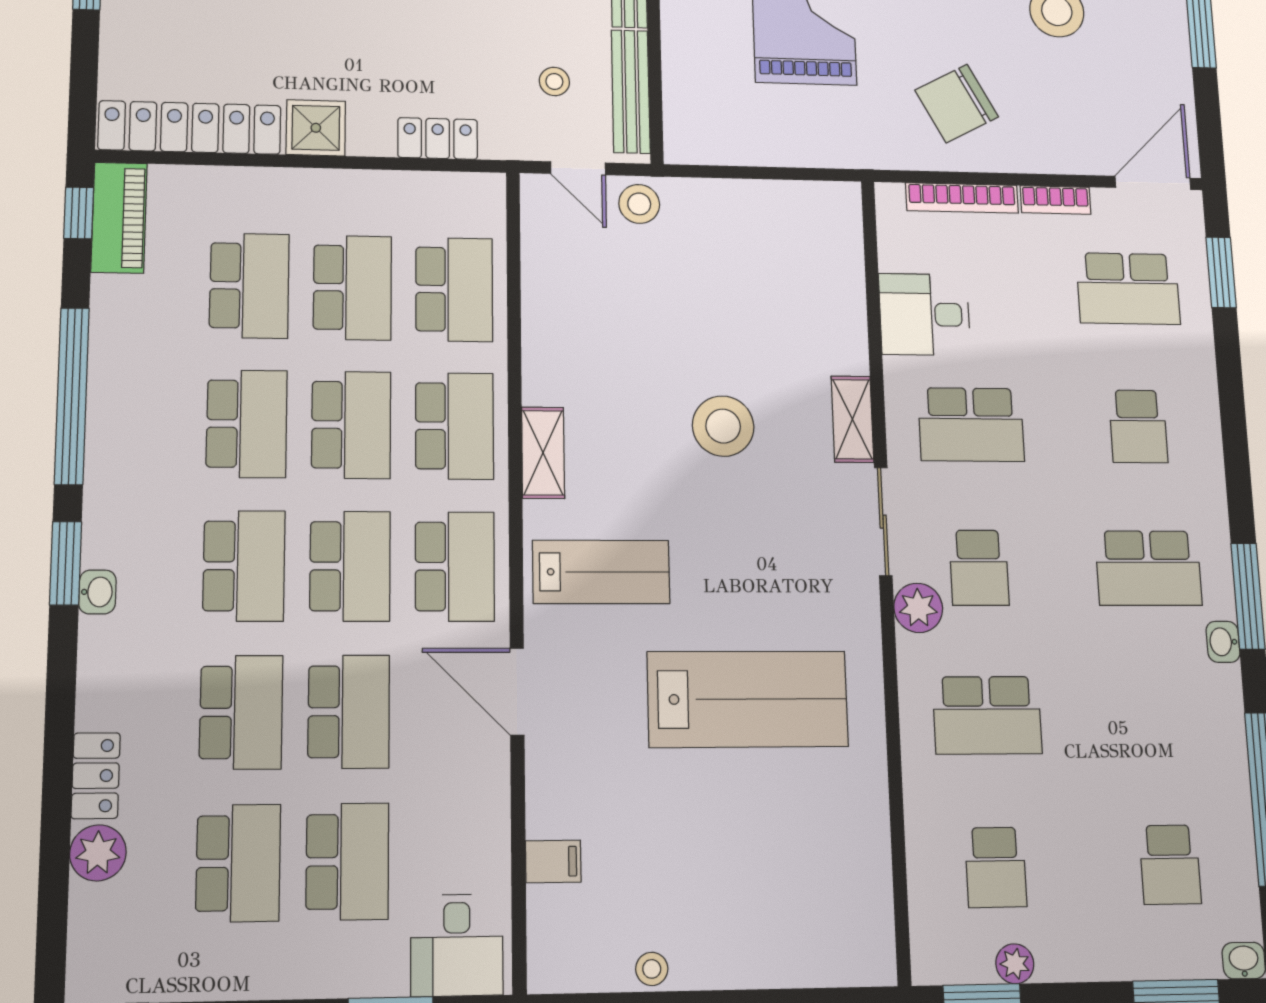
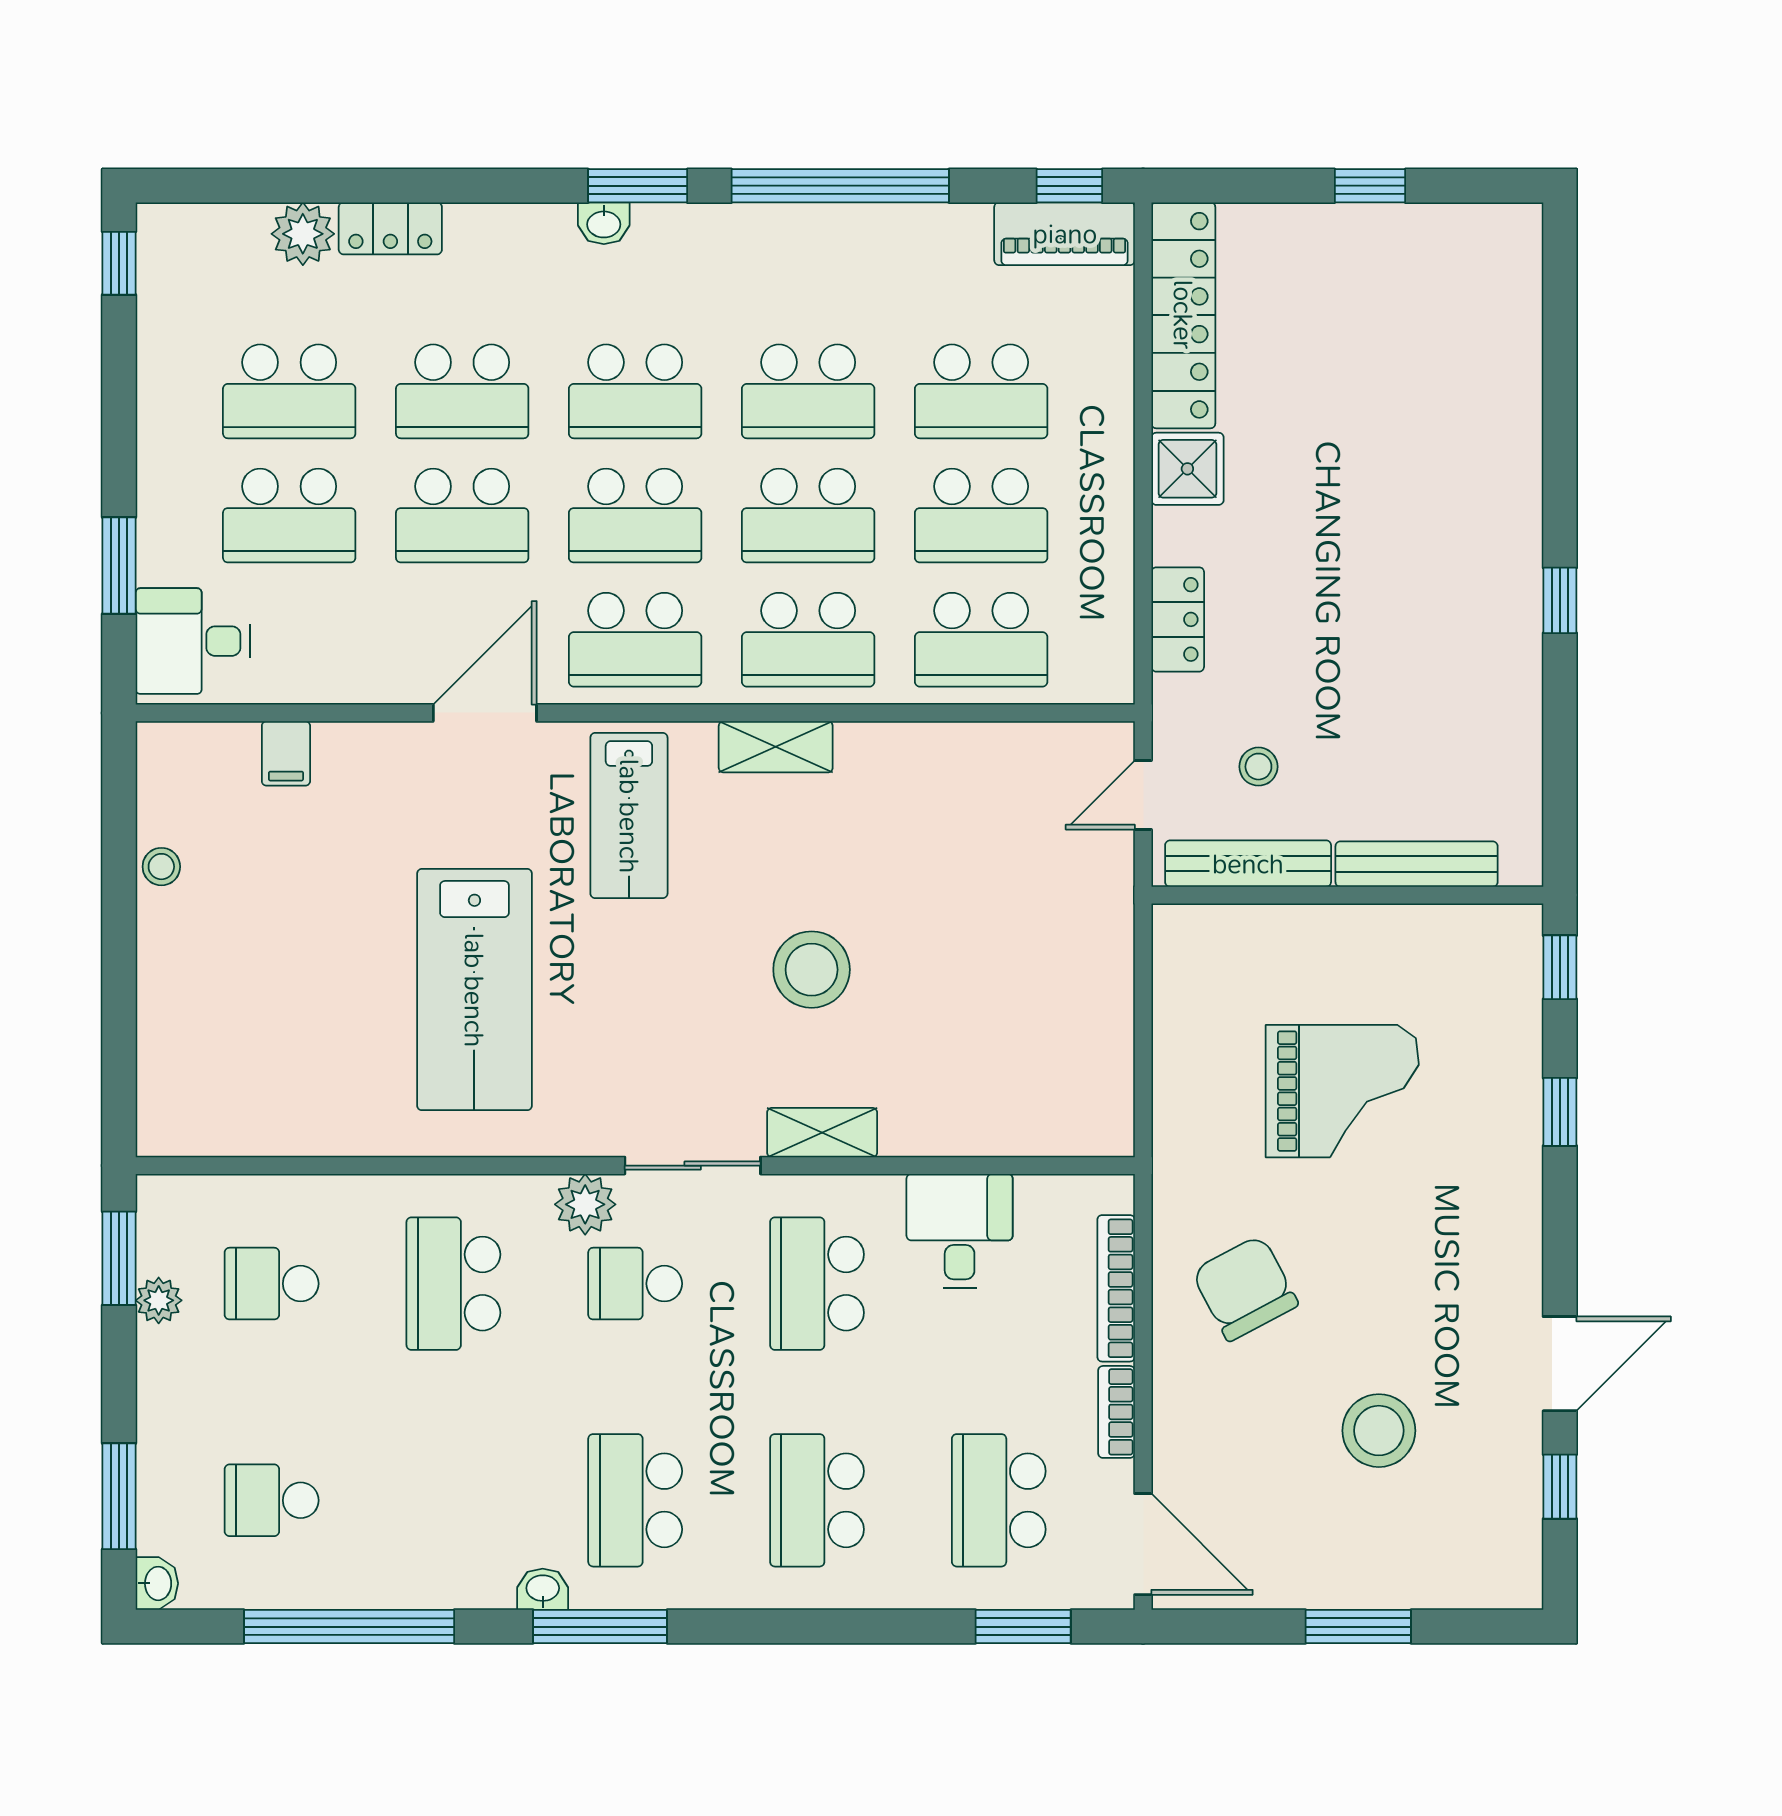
stool: (639, 204) -> (1098, 871), removed
school desk: (1138, 426) -> (817, 1500), width x1.85

